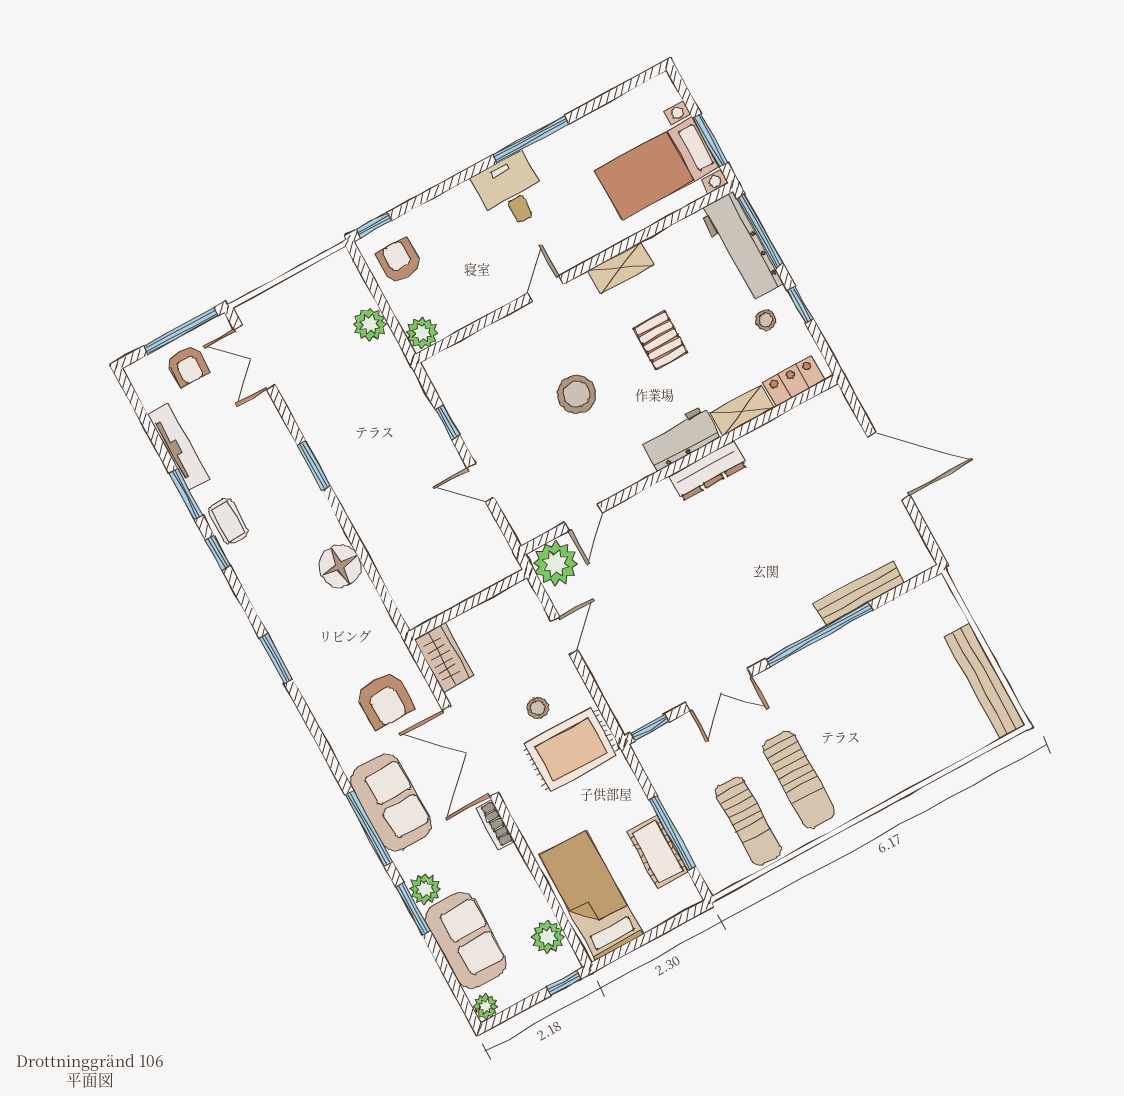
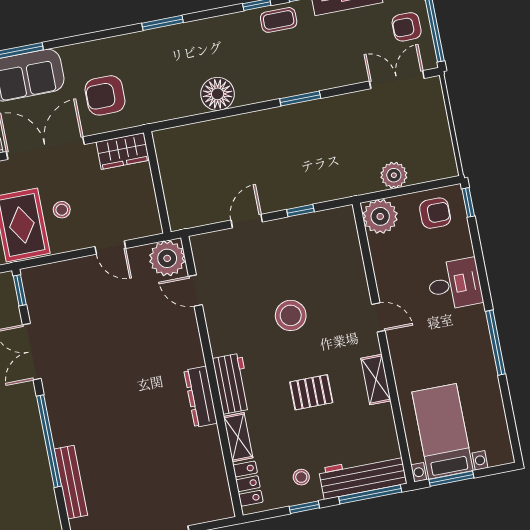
desk: (511, 192) -> (455, 284), moved
plant: (422, 333) -> (380, 216), width x1.36, depth x1.36

